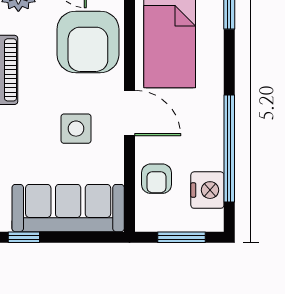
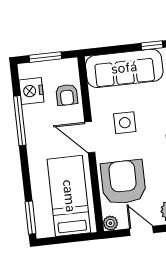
window: (229, 148) -> (20, 121), width x0.68
armchair: (156, 179) -> (67, 95), turned 180

